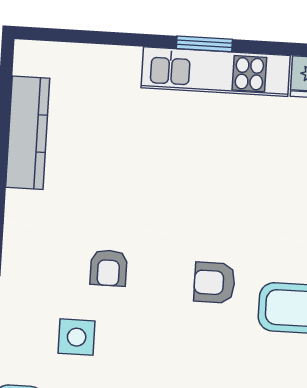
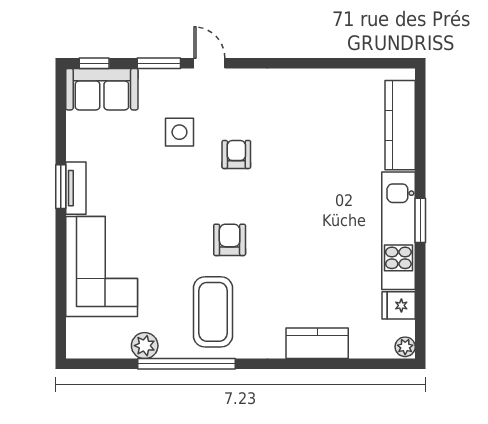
kitchen counter: (28, 133) -> (400, 125), moved, turned 90
armchair: (109, 268) -> (236, 154), turned 90

